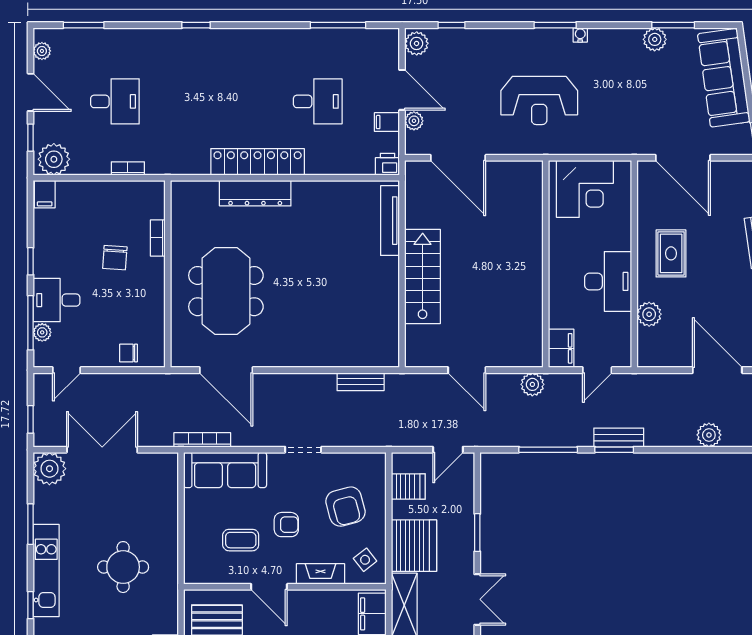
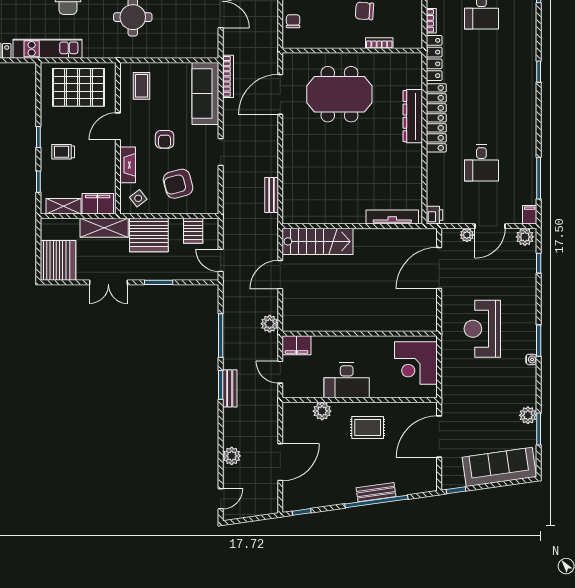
filing cabinet: (387, 122) -> (530, 215), moved
locker: (178, 165) -> (434, 58), added
stairs: (423, 276) -> (318, 241), moved
coffee table: (241, 540) -> (141, 86), moved

